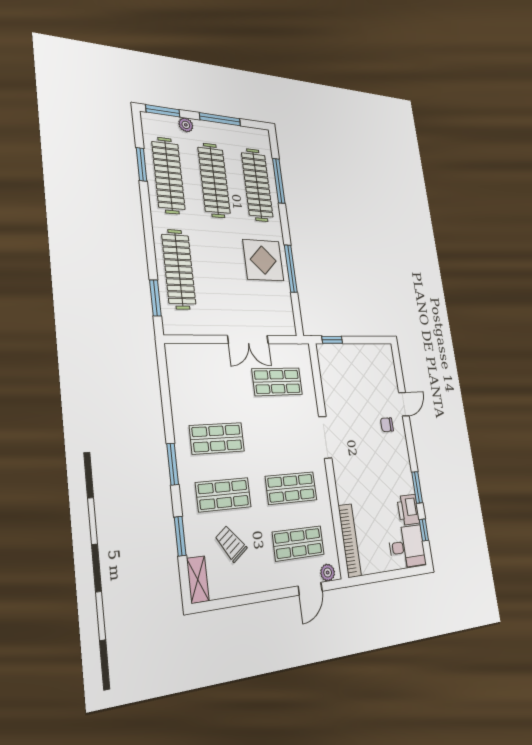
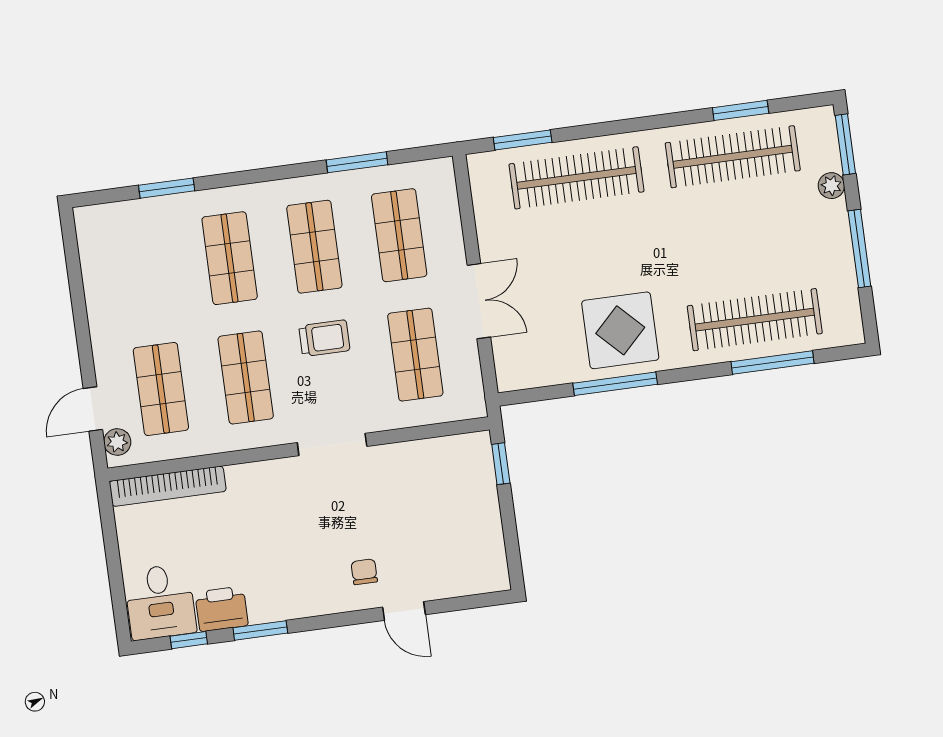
clothes rail: (214, 180) -> (744, 238), removed
double door: (248, 340) -> (479, 301), swing flipped
shop shelf: (211, 383) -> (399, 235), added
window: (173, 464) -> (357, 162), moved
trolley: (231, 544) -> (324, 338), moved, turned 37
shelving: (198, 580) -> (106, 217), removed
door: (310, 589) -> (93, 409), hinge flipped

